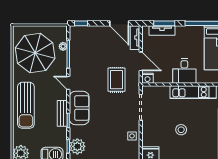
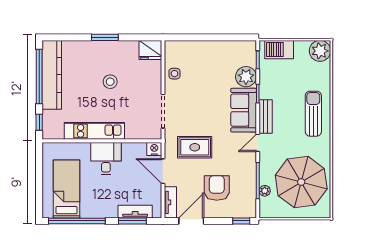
door: (119, 23) -> (191, 221), hinge flipped
armchair: (100, 49) -> (217, 188), added
rug: (116, 80) -> (195, 147), turned 90
door: (68, 83) -> (258, 143), swing flipped
sun lounger: (26, 105) -> (313, 114), width x0.73, depth x0.75
bench: (62, 113) -> (266, 116), moved
plant: (77, 146) -> (246, 77), moved

